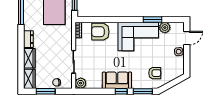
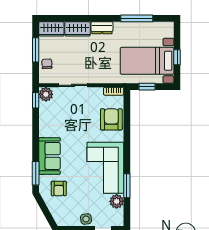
sofa: (117, 80) -> (49, 156), moved
window: (121, 91) -> (36, 100), moved

